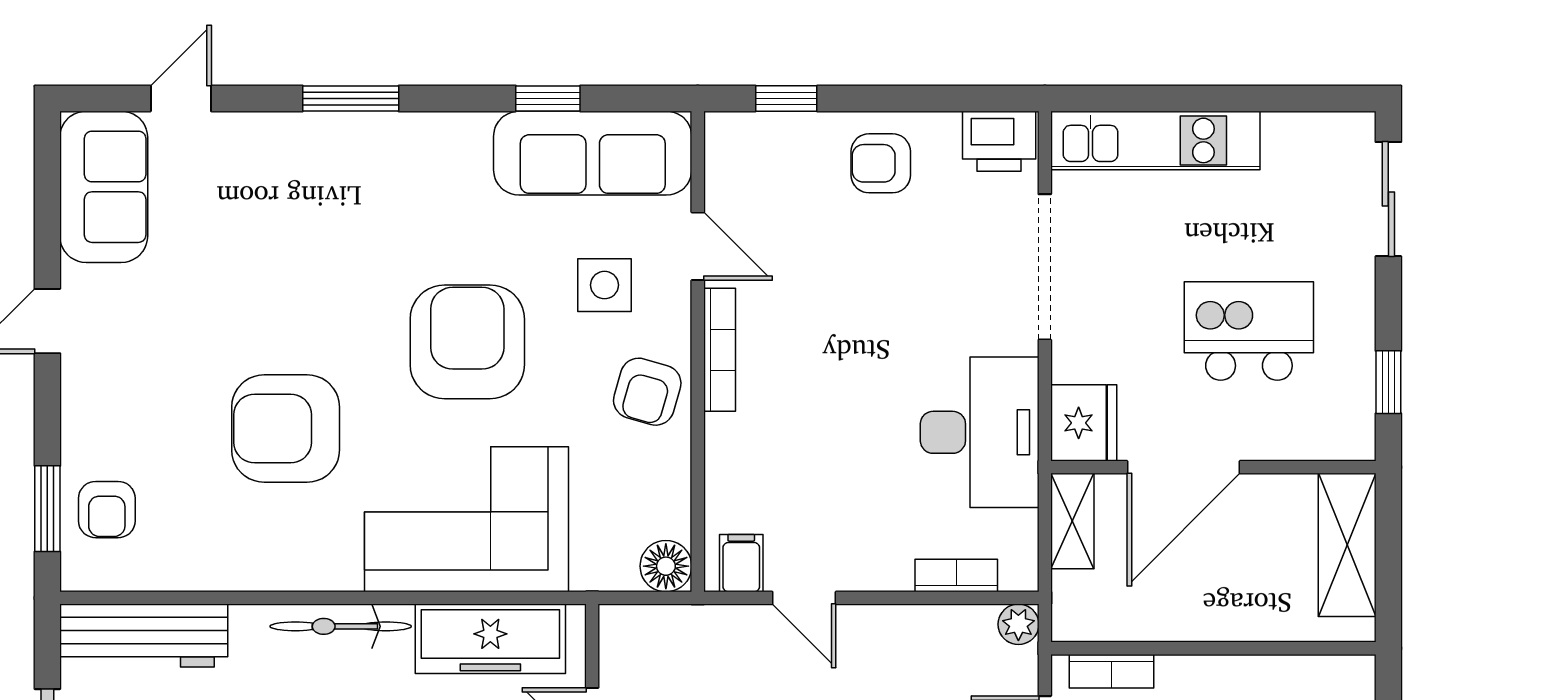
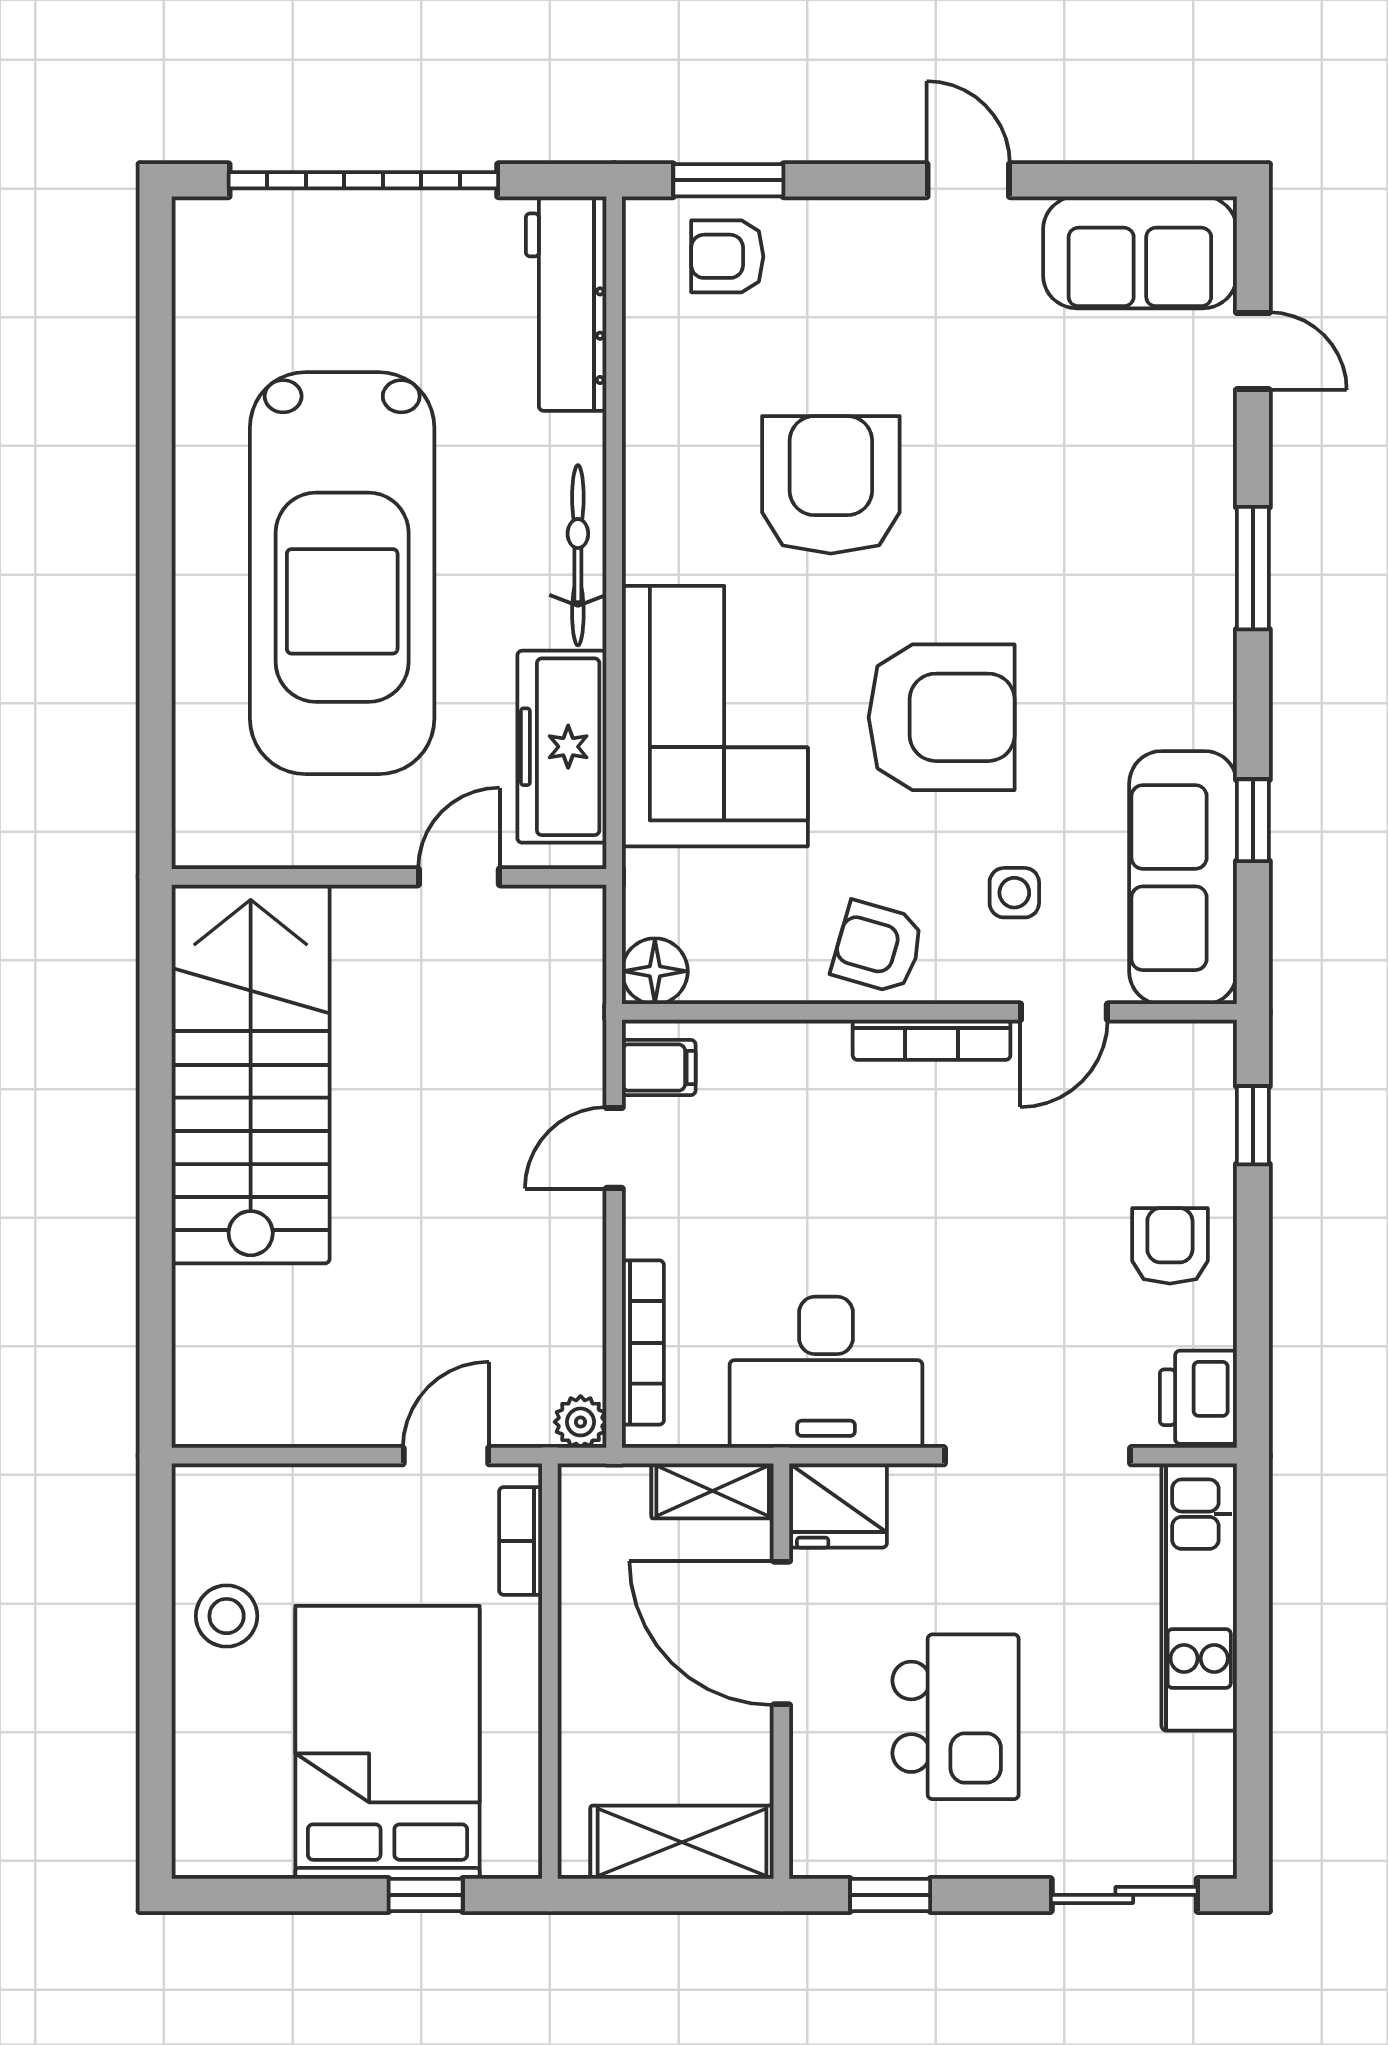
side table: (605, 285) -> (1014, 893), width x0.73, depth x0.73
bookcase: (956, 575) -> (643, 1343), width x1.56

